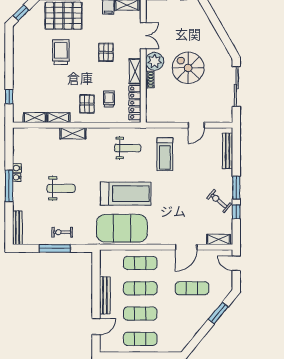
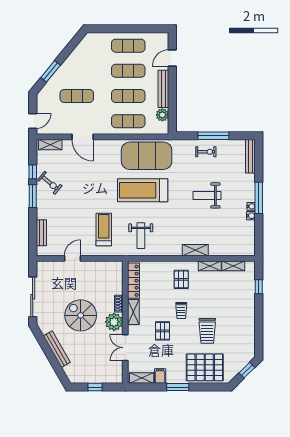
bench: (212, 34) -> (57, 349), added
spiral stairs: (188, 68) -> (81, 315), turned 180
trolley: (109, 99) -> (181, 310), moved
weight bench: (128, 148) -> (141, 236), turned -90
bench: (228, 151) -> (41, 233), width x0.73
door: (186, 247) -> (83, 137), swing flipped
door: (236, 263) -> (33, 121), hinge flipped
plant: (106, 269) -> (162, 115), added

